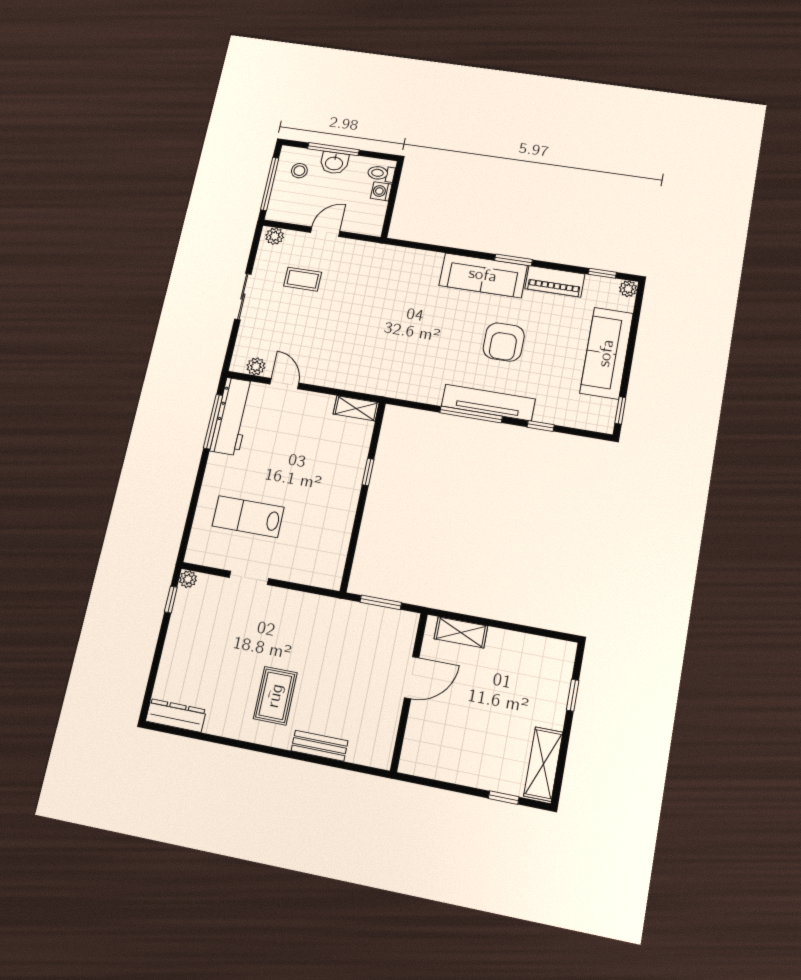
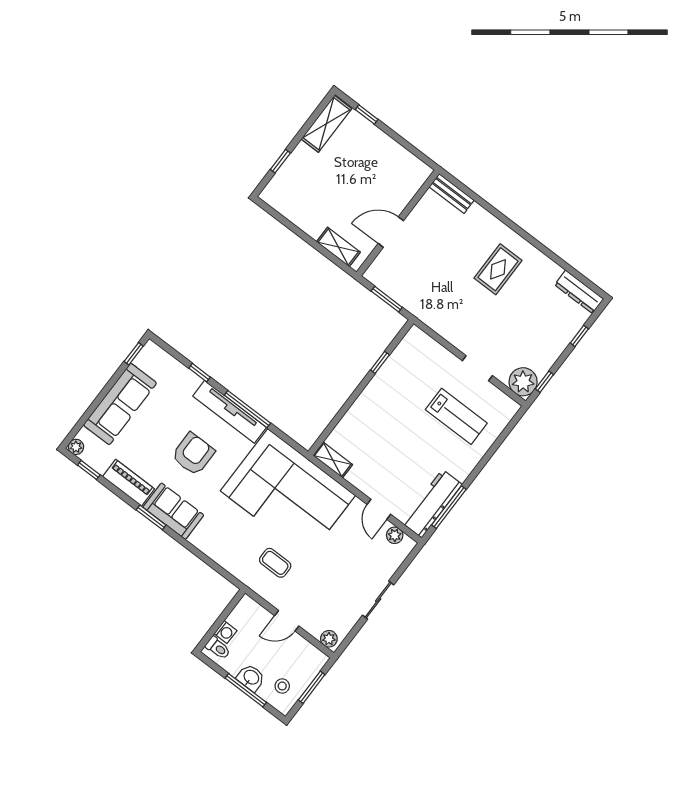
window: (270, 184) -> (312, 687), width x0.69
sofa: (483, 275) -> (173, 511), width x0.73
coffee table: (303, 279) -> (275, 563), moved
corner sofa: (386, 353) -> (288, 493), added
window: (368, 472) -> (380, 362), moved
plant: (188, 579) -> (523, 382), width x1.87, depth x1.87
window: (155, 667) -> (579, 336), added
bench: (320, 746) -> (452, 194), moved

